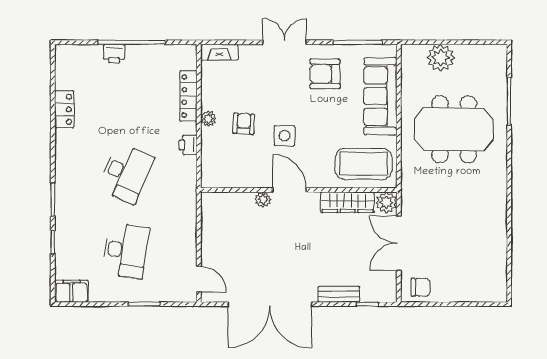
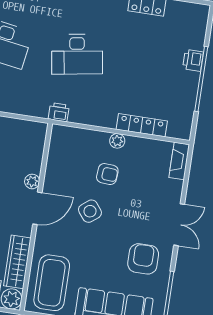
side table: (284, 136) -> (90, 211), turned -38
printer: (188, 145) -> (59, 112), moved
desk: (126, 173) -> (77, 54), turned -33

